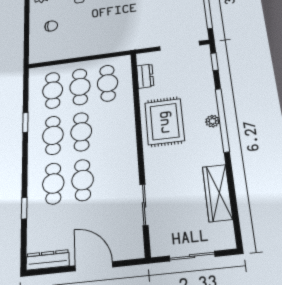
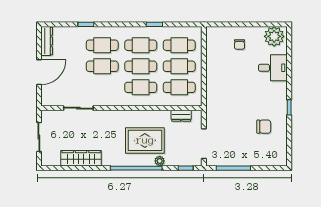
plant: (212, 121) -> (160, 161), moved
rug: (165, 122) -> (145, 140), moved
cafe table: (110, 128) -> (141, 87), added

